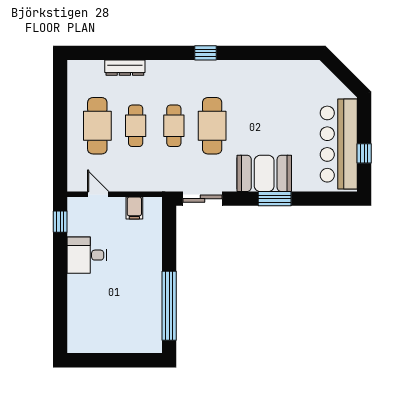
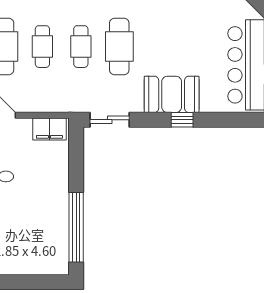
window: (275, 199) -> (182, 120), width x0.67
filing cabinet: (134, 208) -> (49, 129), width x2.00

